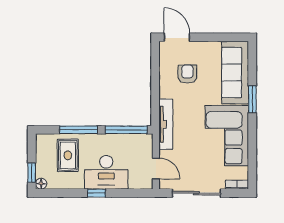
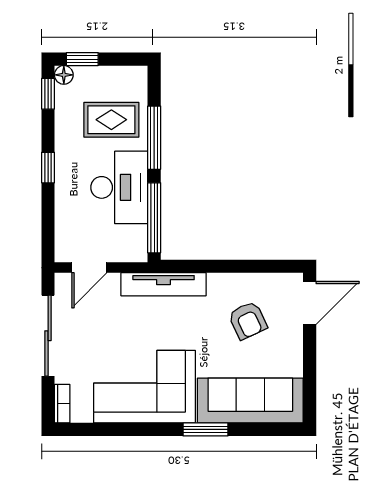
armchair: (187, 74) -> (248, 320), turned 65
desk: (106, 172) -> (119, 187), moved, turned 180
window: (52, 193) -> (48, 94), added

